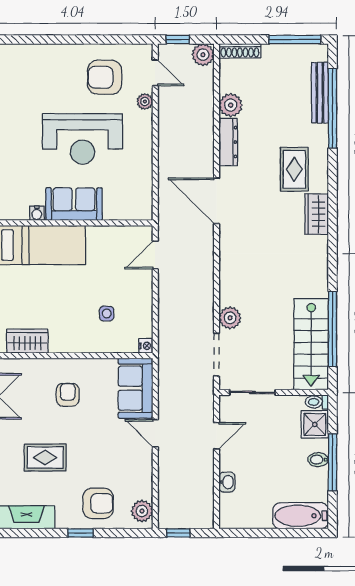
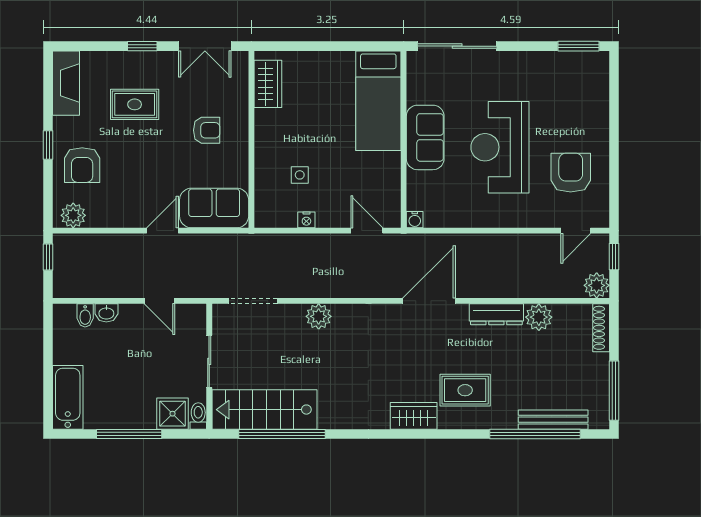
plant: (145, 102) -> (543, 219), removed
water cooler: (37, 213) -> (415, 220), moved, turned -90
plant: (230, 318) -> (319, 316), moved
nightstand: (146, 346) -> (306, 220), moved
sliding door: (252, 392) -> (209, 361), moved
rug: (45, 458) -> (135, 104), turned 90
bidet: (318, 460) -> (85, 315), moved, turned 180

